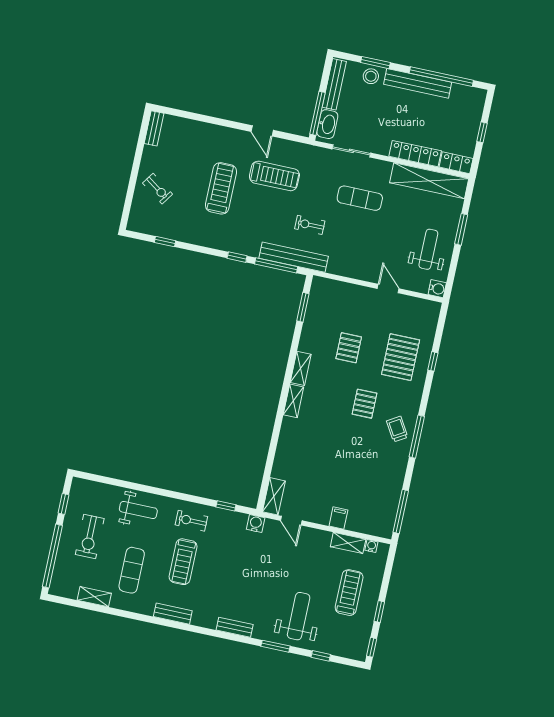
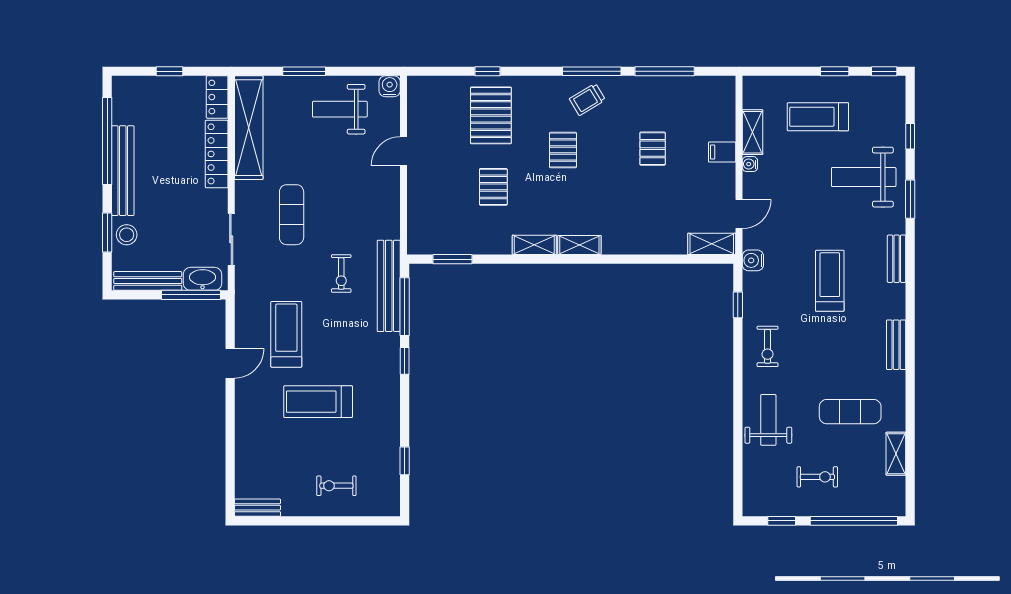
exercise bike: (158, 189) -> (336, 486), turned -125
pallet: (349, 348) -> (493, 187), turned 90
pallet: (401, 357) -> (491, 115), turned 90
pallet: (364, 404) -> (563, 150), turned 90
pallet: (352, 468) -> (653, 149), added
window: (401, 512) -> (665, 71), moved
exercise bike: (90, 536) -> (817, 477), width x0.73, depth x0.72
water cooler: (371, 546) -> (750, 164), moved
treadmill: (183, 562) -> (830, 281), moved, turned -90

